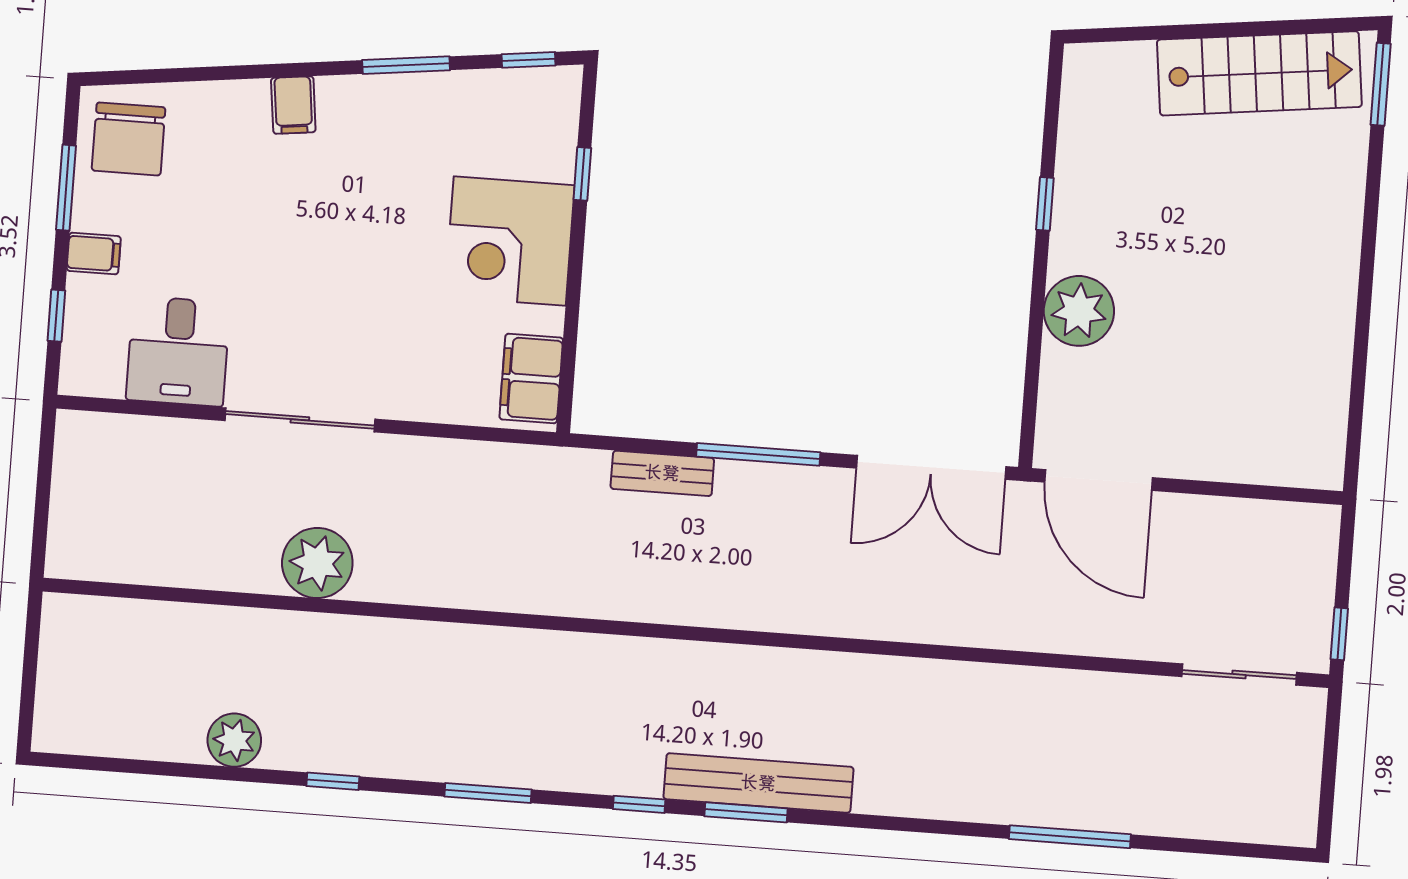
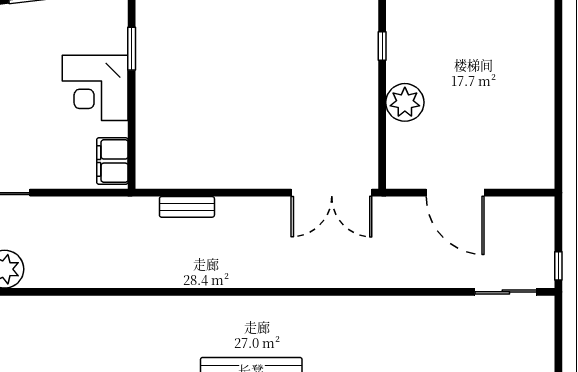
window: (582, 174) -> (132, 49), width x1.50
window: (758, 454) -> (238, 193), removed
door: (1099, 480) -> (455, 193), moved

